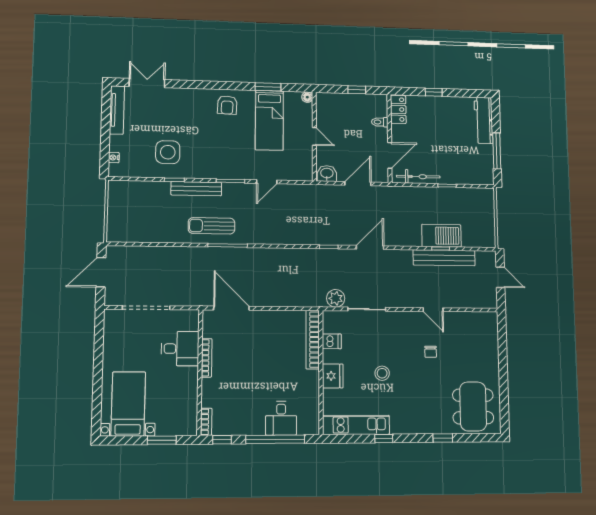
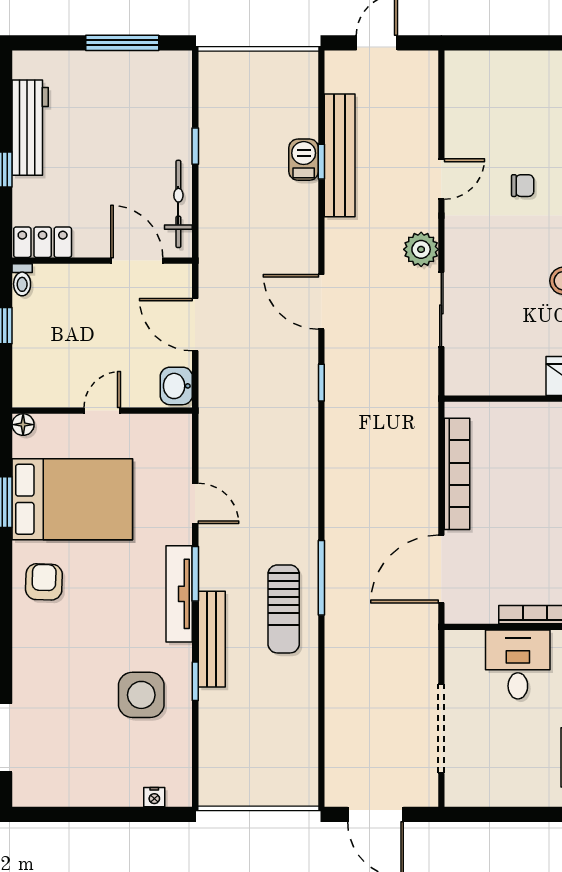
armchair: (227, 105) -> (44, 582), turned -90
tv unit: (117, 110) -> (179, 594), moved, turned -90
bed: (269, 120) -> (72, 499), width x1.50
workbench: (483, 120) -> (30, 128), moved, turned -90
toilet: (380, 122) -> (22, 280), moved
barbecue: (441, 236) -> (304, 160), width x0.53, depth x0.65
plant: (336, 298) -> (421, 249), moved
bookcase: (313, 340) -> (457, 474), moved, turned -90
dishwasher: (332, 341) -> (503, 377), removed

